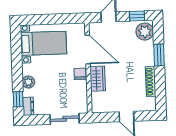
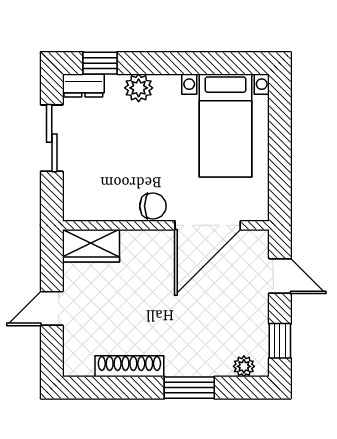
plant: (145, 32) -> (244, 366), width x0.53, depth x0.53
wardrobe: (98, 79) -> (91, 246), moved
sliding door: (65, 119) -> (52, 138), moved

